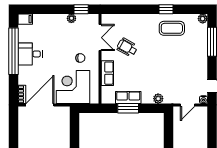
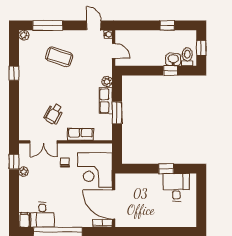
coffee table: (172, 28) -> (59, 57), moved, turned -72
double door: (100, 38) -> (43, 142), swing flipped
desk: (30, 54) -> (42, 215), moved
row of seats: (128, 98) -> (106, 101), moved

